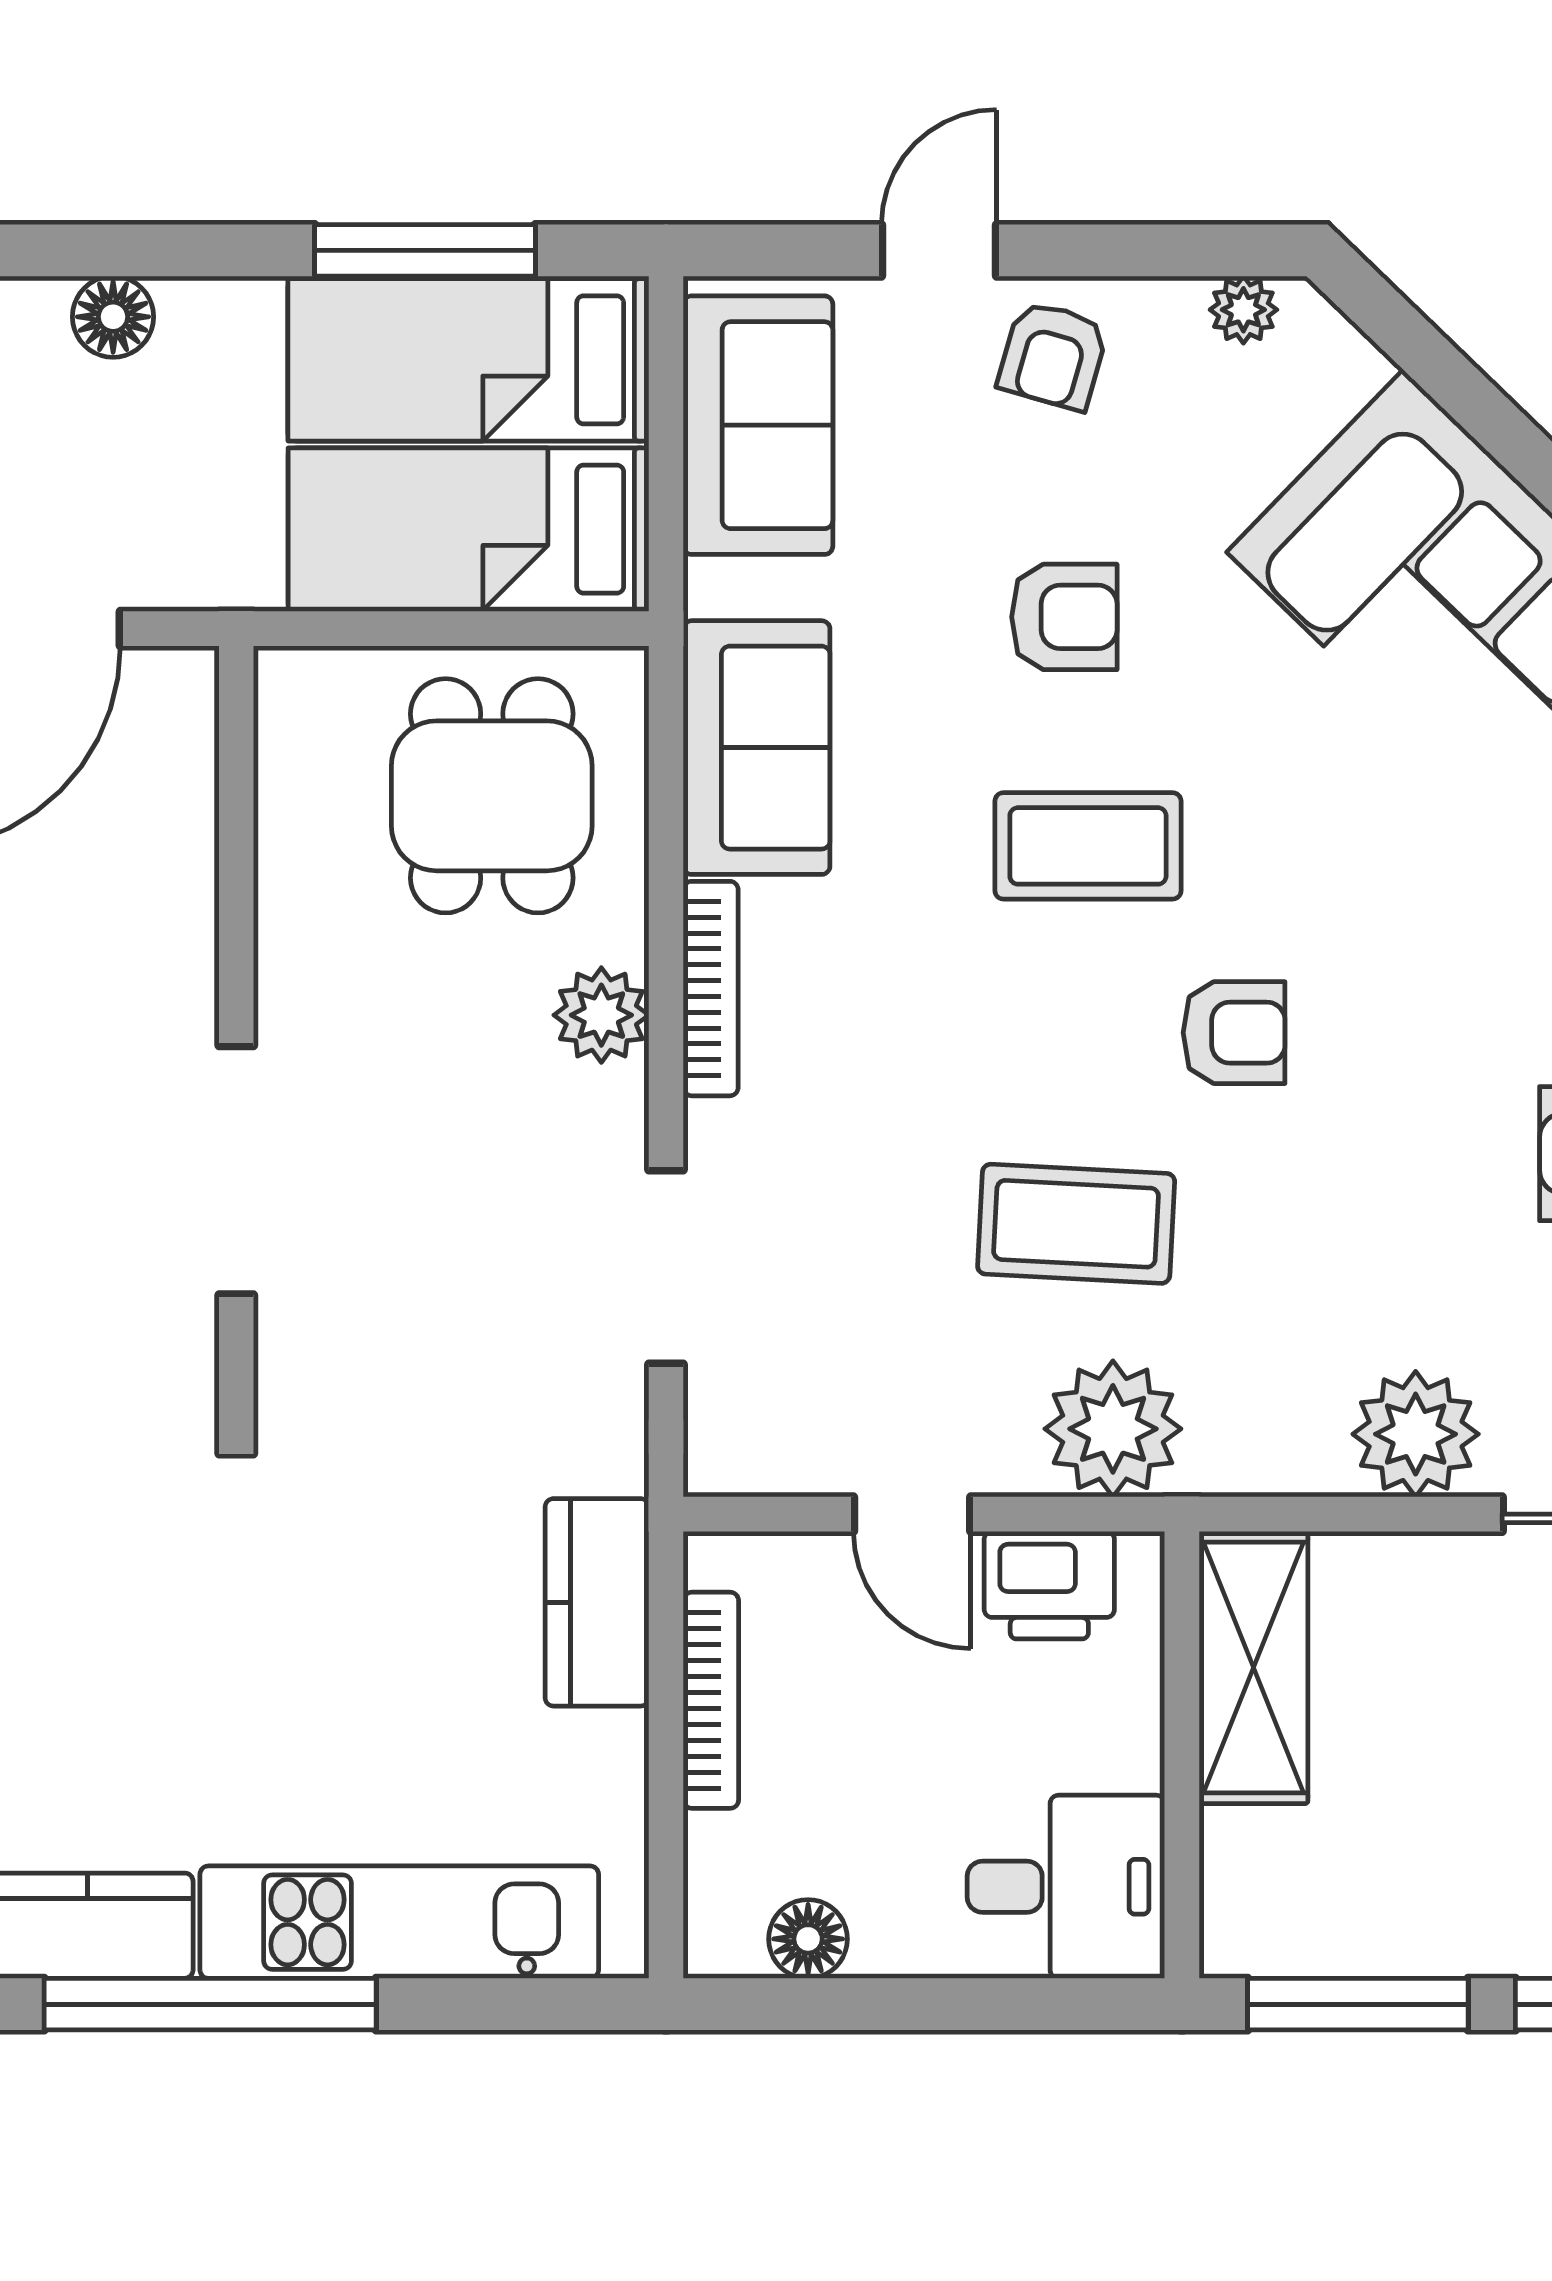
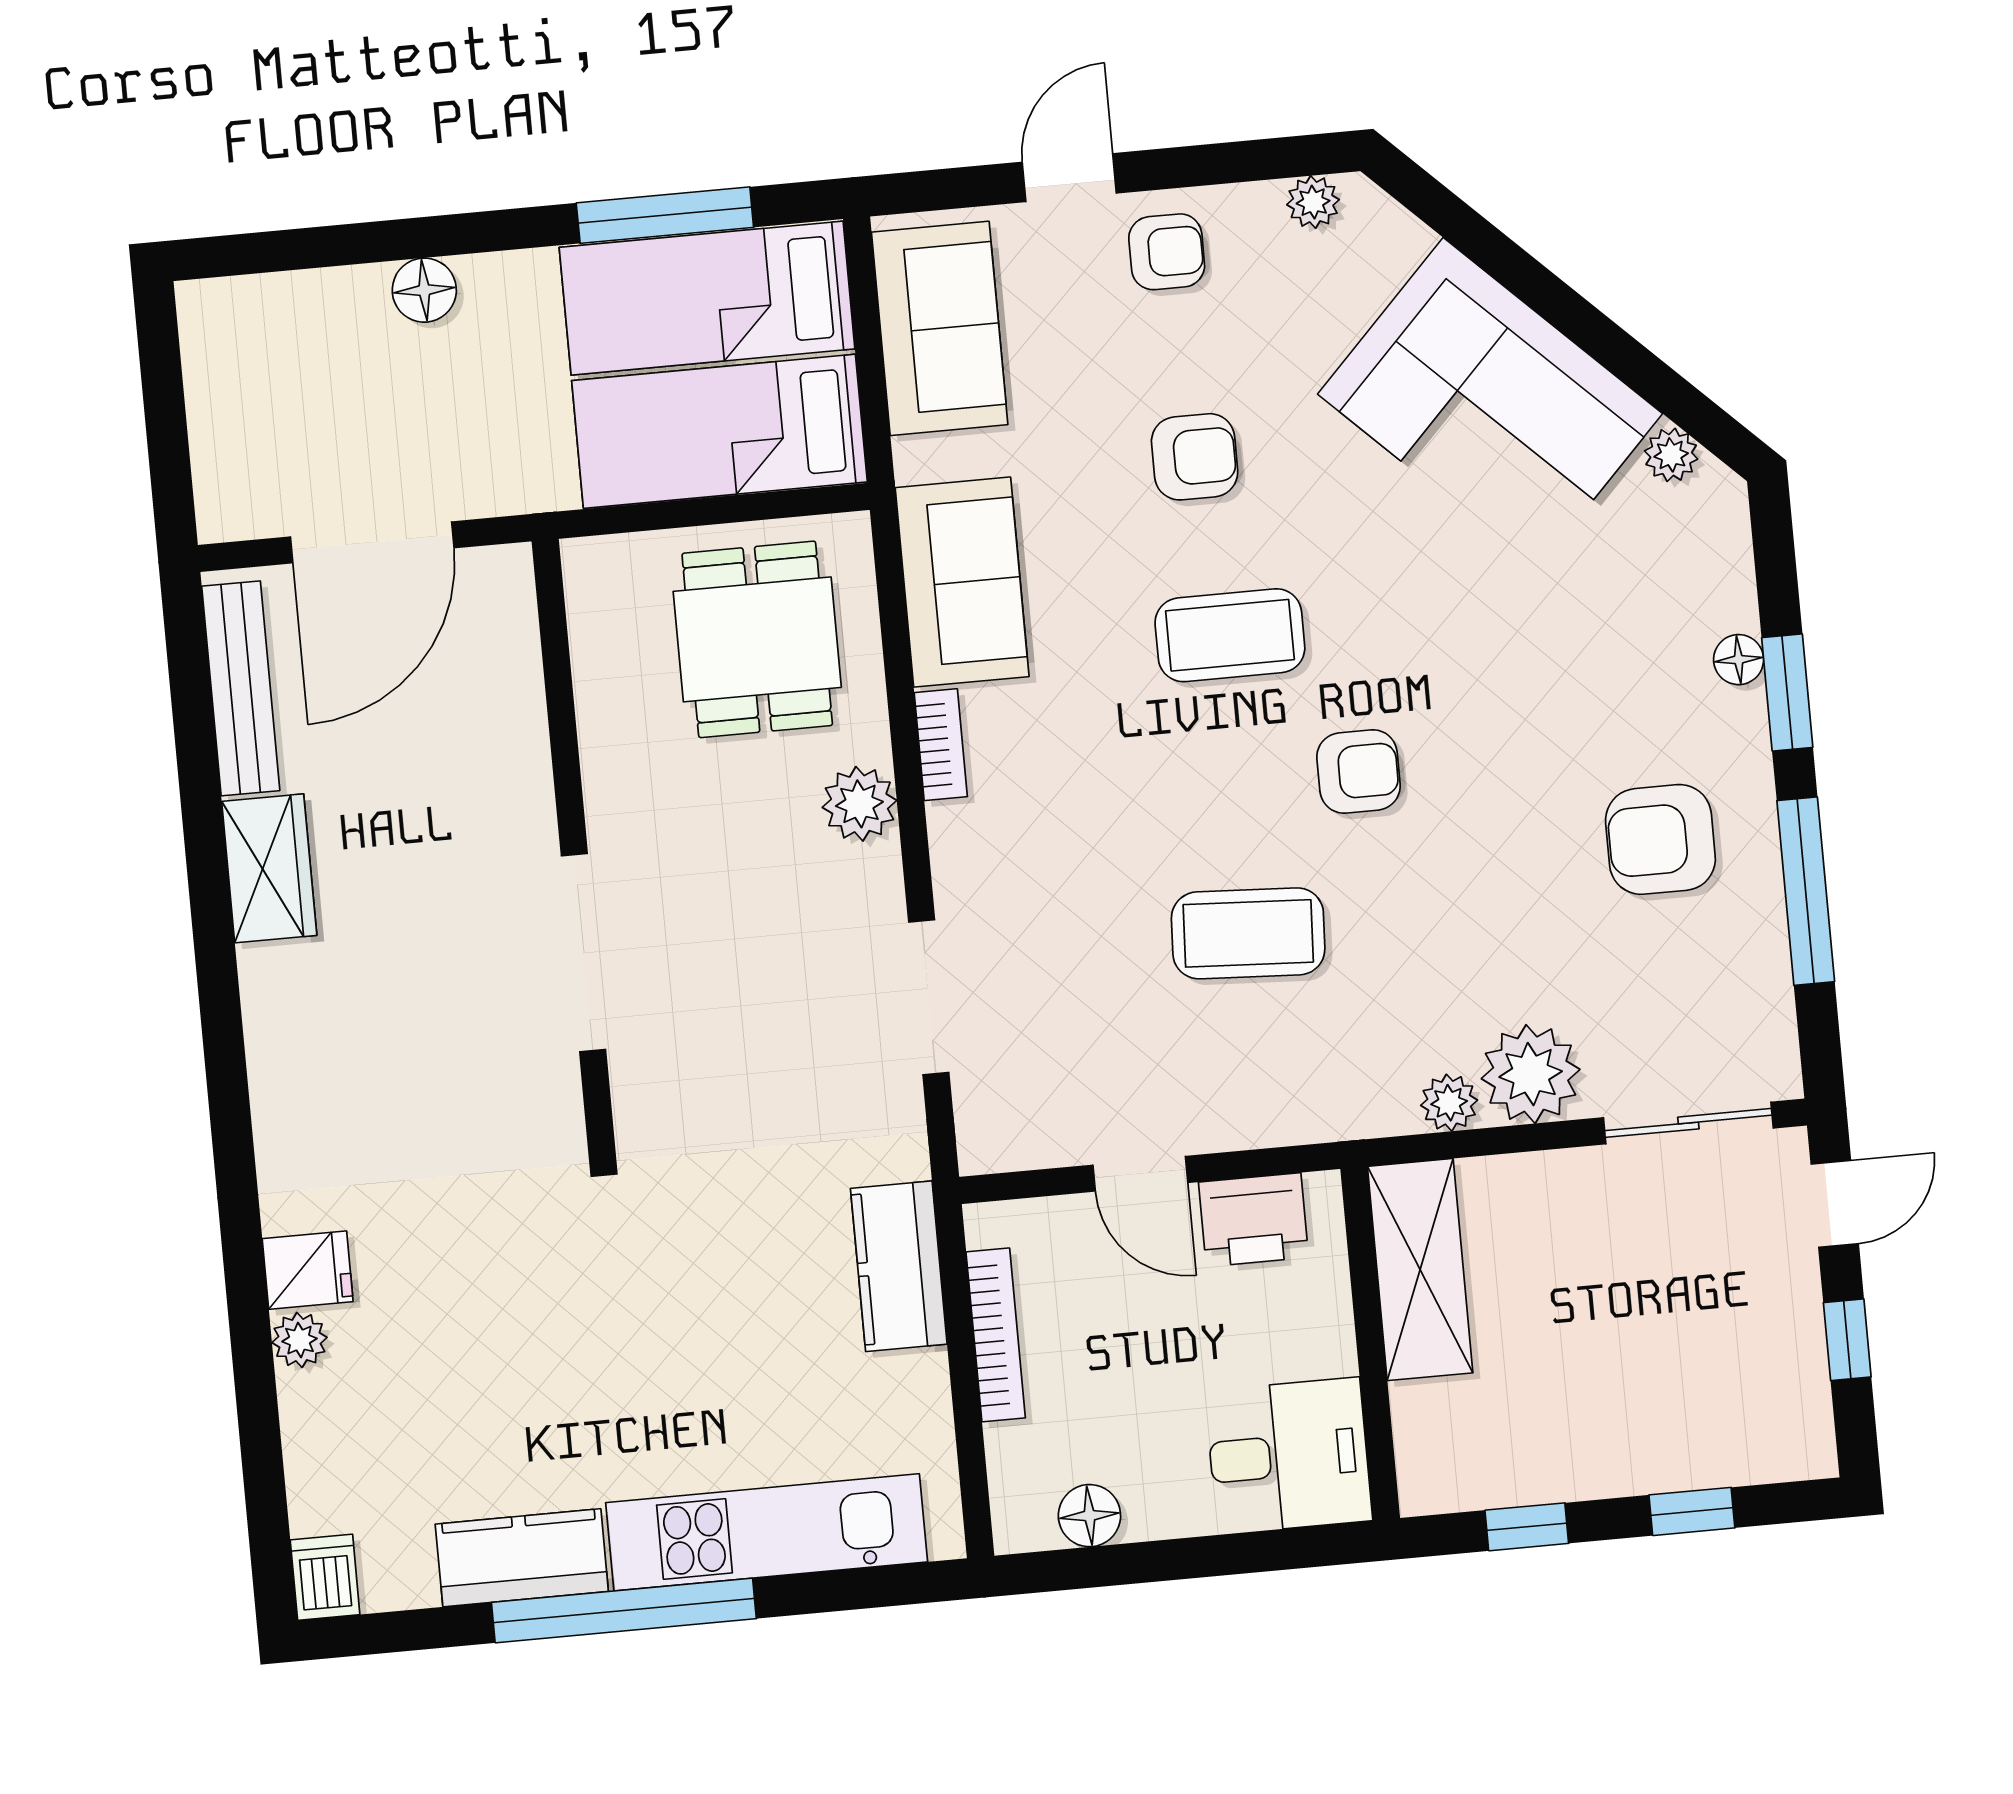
armchair: (1053, 355) -> (1167, 252), turned -106
bookcase: (711, 989) -> (941, 745), width x0.64
plant: (1113, 1429) -> (1449, 1103), moved, width x0.53, depth x0.53
window: (1358, 2004) -> (1527, 1527), width x0.46

